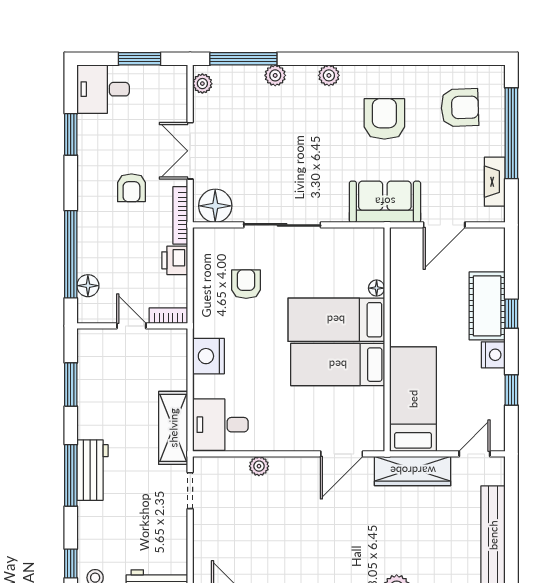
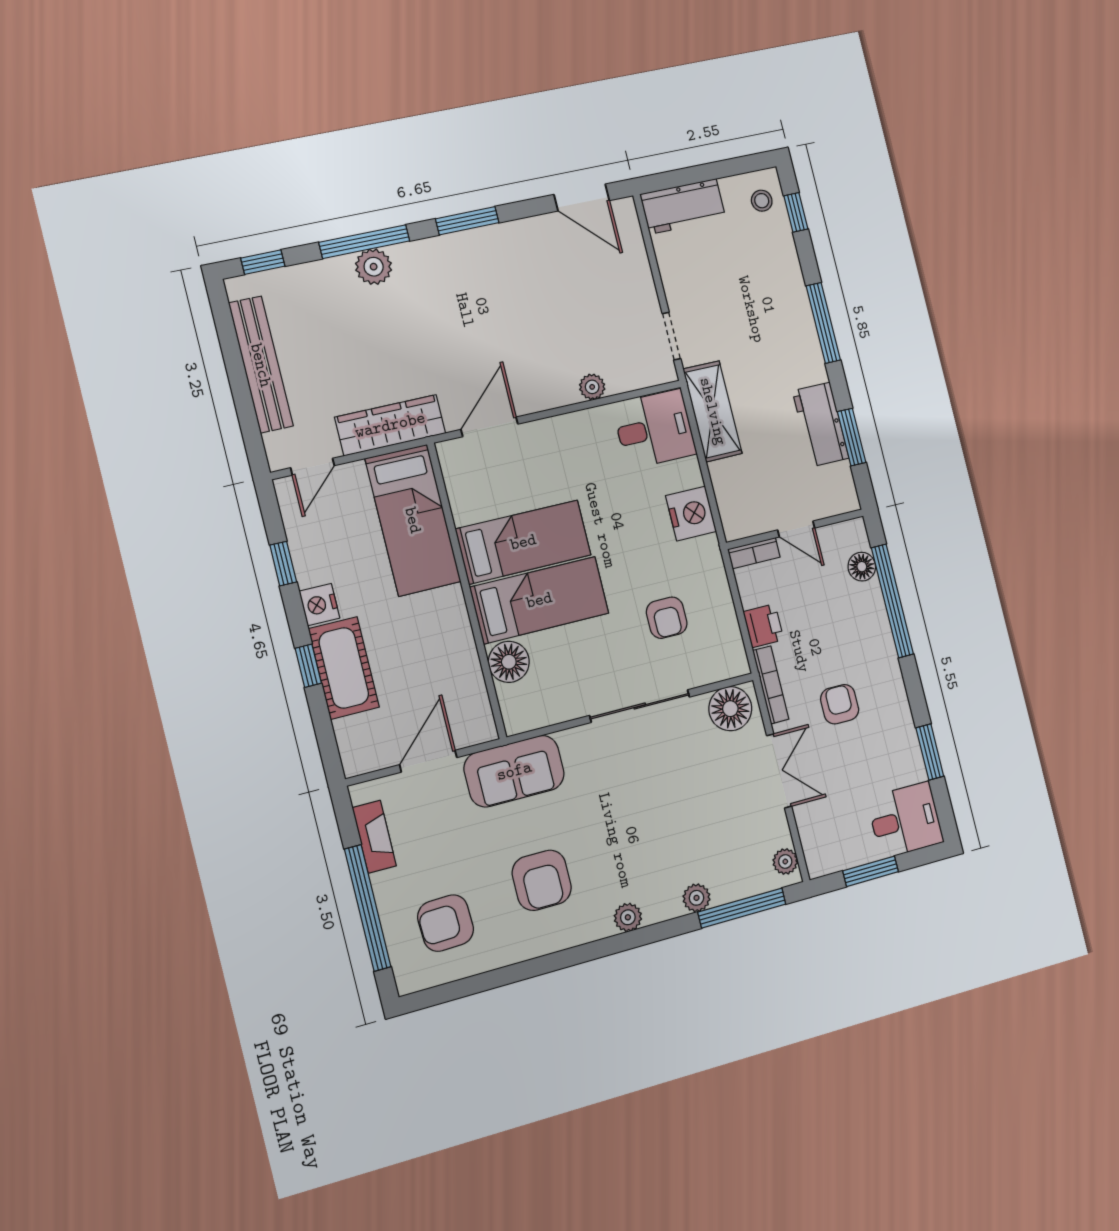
floor lamp: (377, 288) -> (509, 662), width x1.89, depth x1.89
workbench: (93, 470) -> (821, 425), moved

